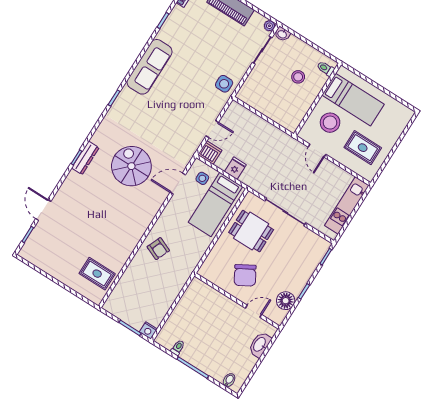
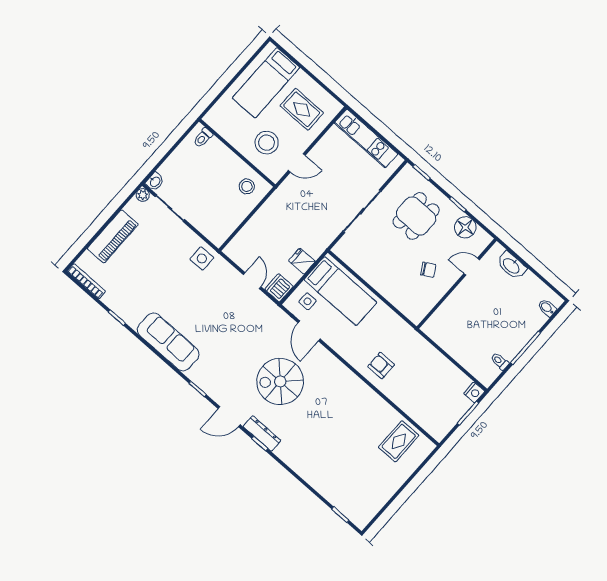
stool: (298, 77) -> (247, 186), moved
bed: (353, 100) -> (266, 83), moved, turned 180
rug: (363, 148) -> (302, 109), turned 90
door: (43, 210) -> (229, 417), moved
dining table: (251, 231) -> (416, 216), moved
armchair: (158, 249) -> (381, 366), turned -113
chair: (245, 275) -> (428, 270), width x0.54, depth x0.54
door: (253, 311) -> (472, 267), hinge flipped

